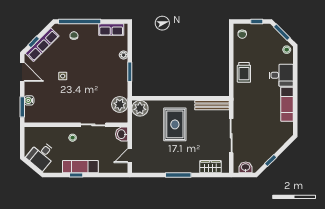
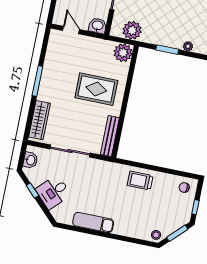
desk: (281, 75) -> (53, 192), moved, turned 45
wardrobe: (211, 167) -> (39, 120), width x1.50

